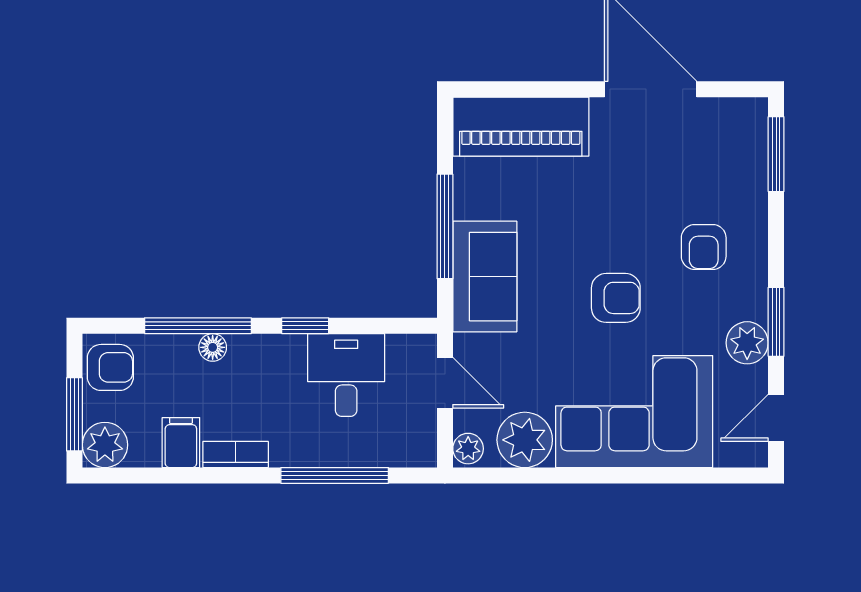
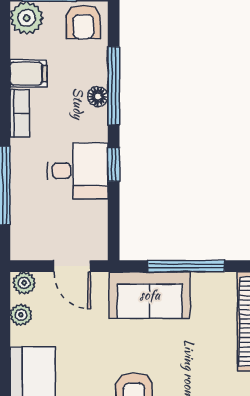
desk: (346, 375) -> (78, 171), moved
door: (445, 383) -> (72, 266), hinge flipped
plant: (525, 440) -> (21, 315), width x0.53, depth x0.53

